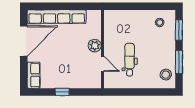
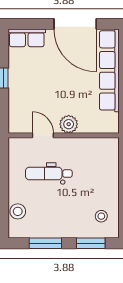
dental chair: (130, 60) -> (49, 173), turned 180
door: (103, 64) -> (43, 135), swing flipped
stool: (166, 75) -> (18, 211), moved

